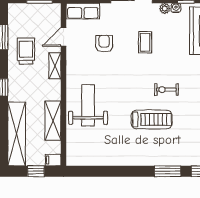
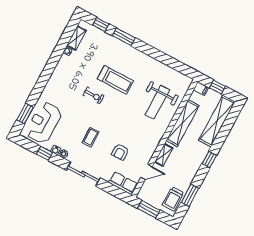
trolley: (26, 51) -> (173, 199), moved
weight bench: (88, 105) -> (157, 102), moved
treadmill: (152, 119) -> (115, 80), turned 180
shelving: (53, 121) -> (183, 123), width x1.47

